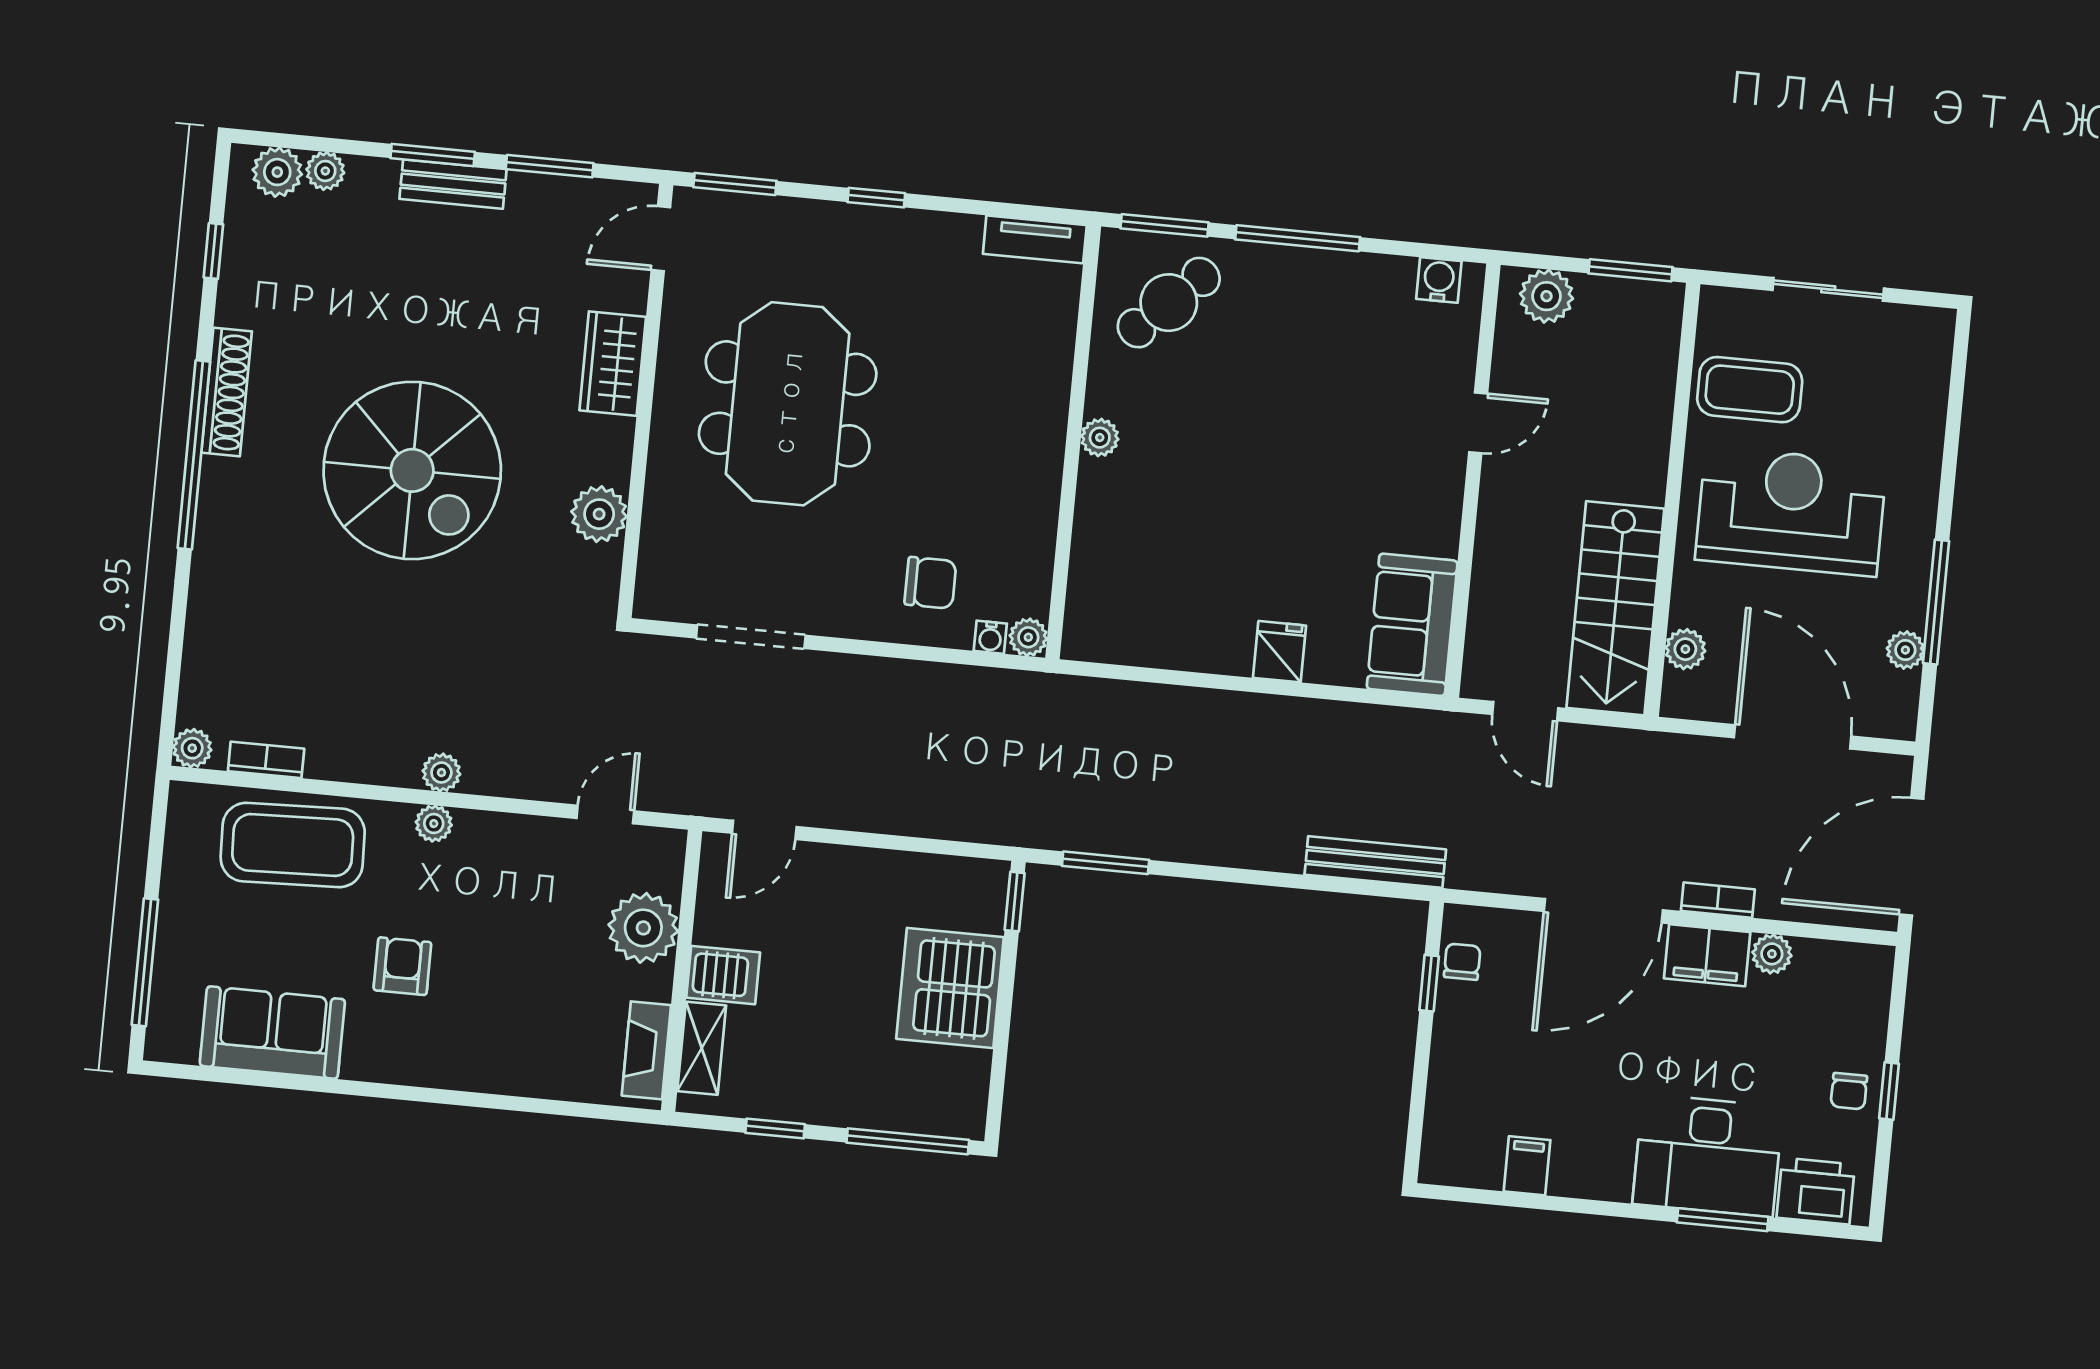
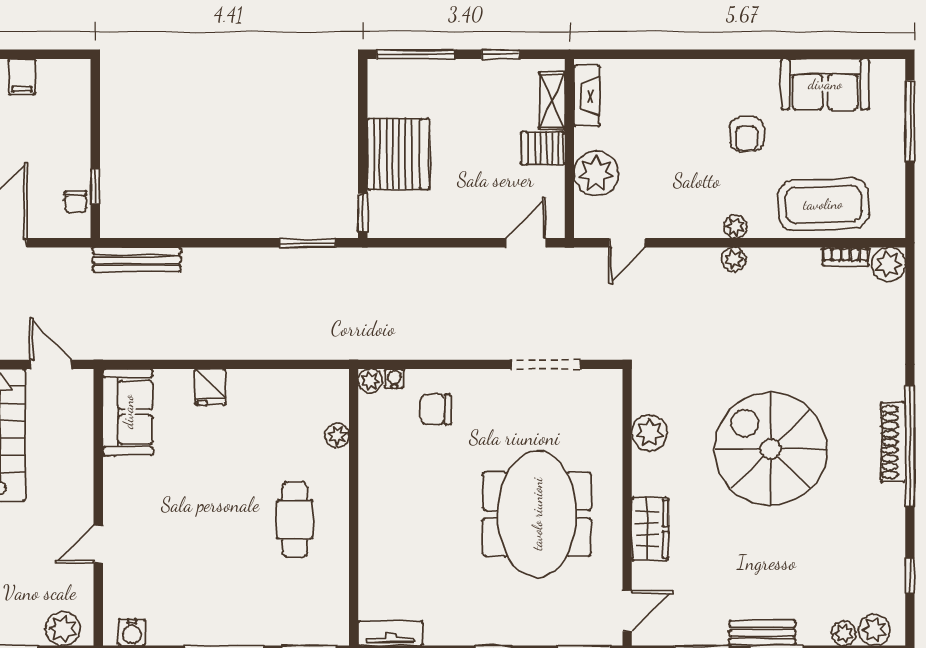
cafe table: (1169, 303) -> (295, 520), moved, turned -46
shoe rack: (227, 392) -> (893, 442), moved
plant: (1100, 438) -> (337, 435), moved
plant: (192, 748) -> (888, 264), width x1.38, depth x1.38

